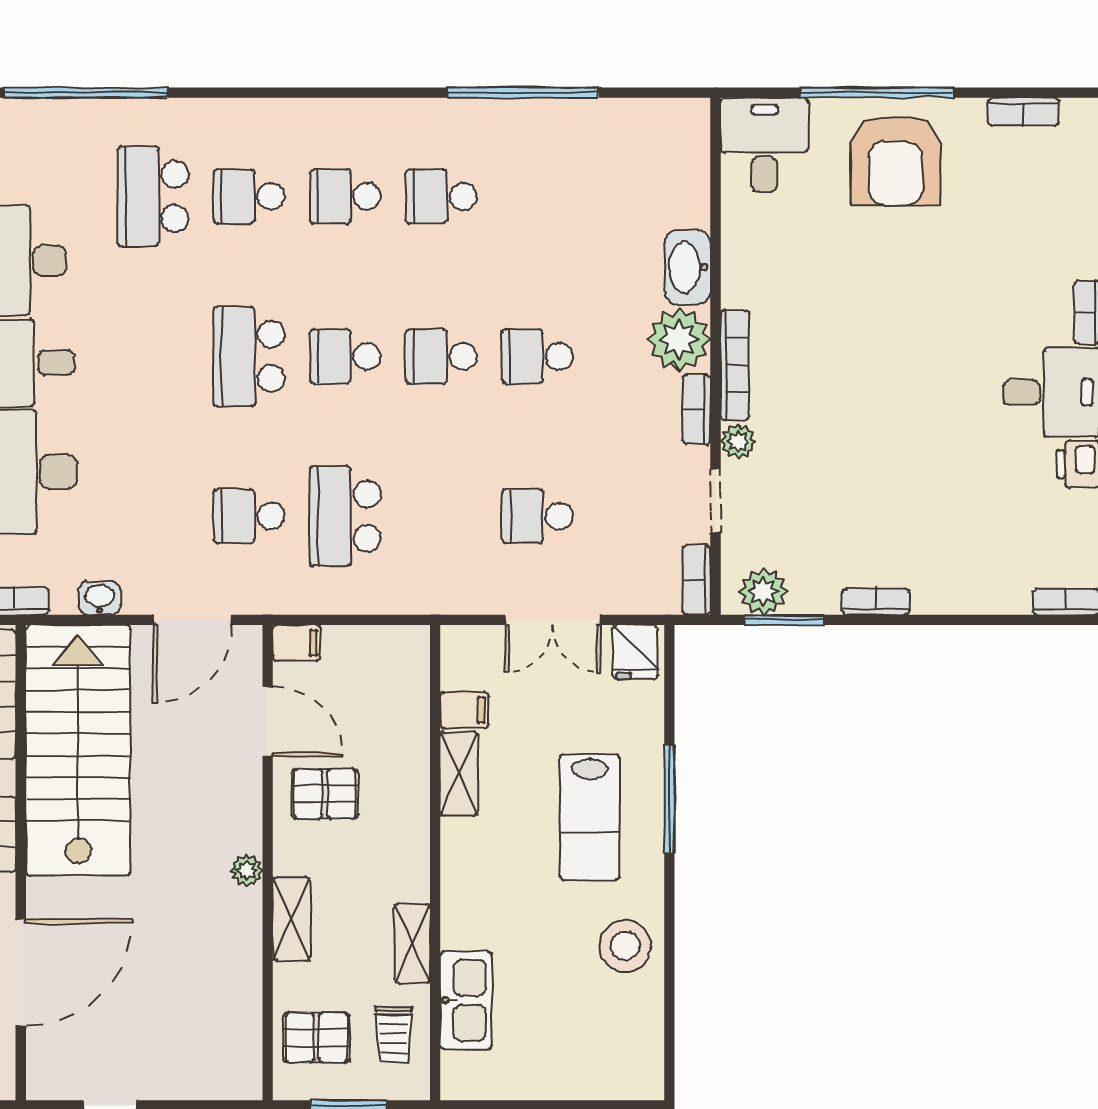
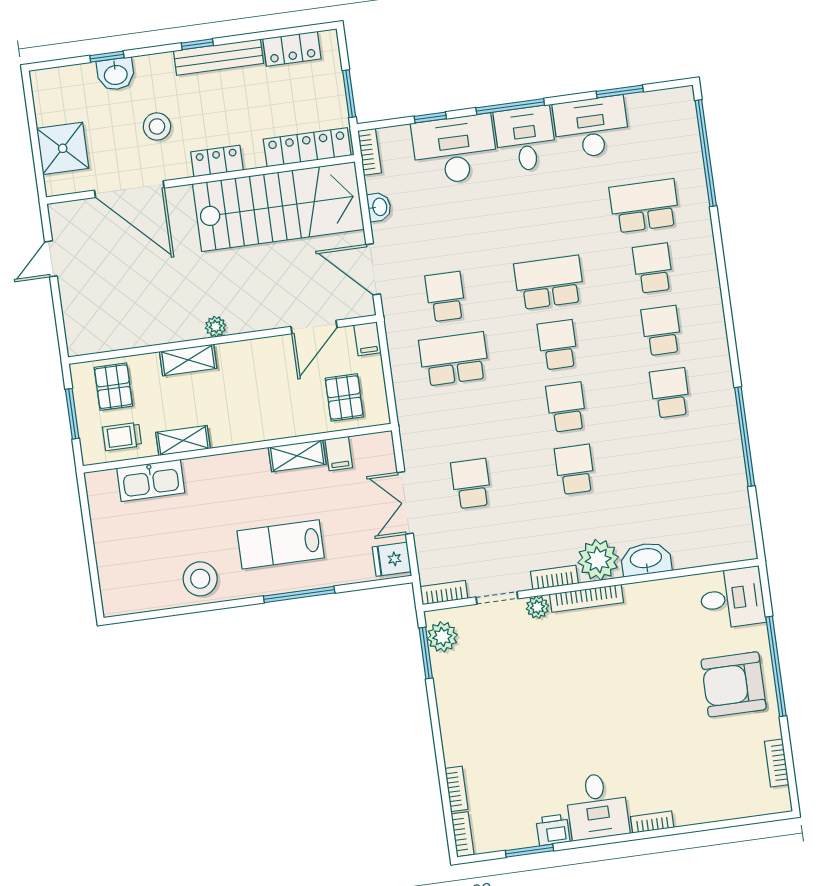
bookcase: (876, 602) -> (457, 789), moved
pallet: (325, 794) -> (344, 397), moved

